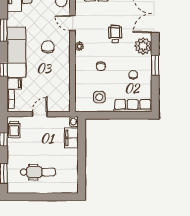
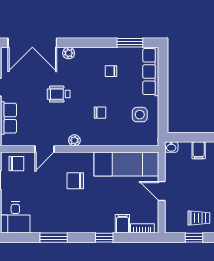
plant: (143, 46) -> (69, 53), width x0.53, depth x0.53
exam couch: (16, 52) -> (126, 164), moved, turned 180
window: (155, 65) -> (130, 43), moved
trolley: (14, 130) -> (199, 218), moved
filing cabinet: (71, 138) -> (199, 150), width x0.50

